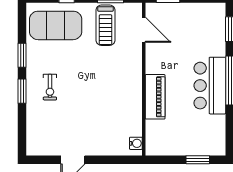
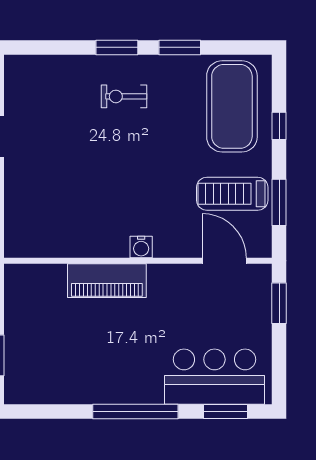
door: (144, 30) -> (224, 261), swing flipped
bar counter: (210, 86) -> (214, 377), moved
water cooler: (136, 143) -> (141, 247), moved

